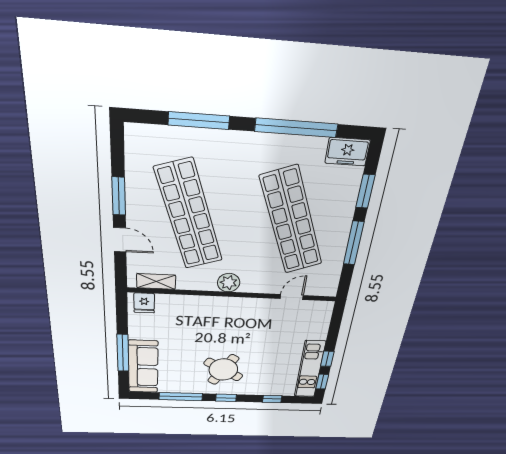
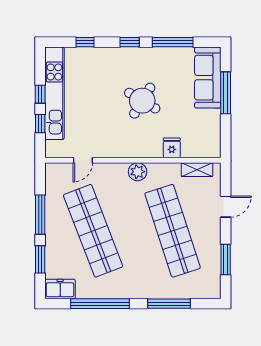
window: (119, 196) -> (226, 259), moved
door: (120, 240) -> (226, 207), swing flipped
fridge: (144, 303) -> (172, 148), moved
kitchen unit: (310, 369) -> (54, 93), width x1.36
round table: (223, 370) -> (142, 101), moved
window: (322, 382) -> (40, 124), moved

